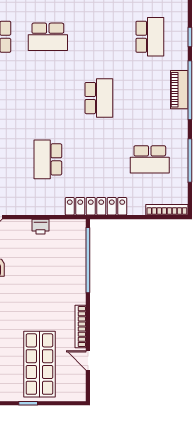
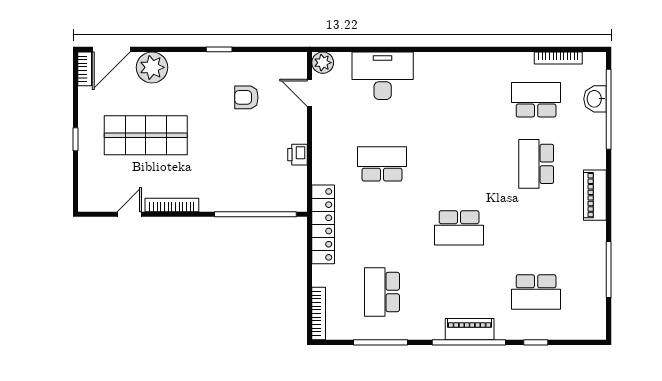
shop shelf: (39, 364) -> (146, 135), moved

